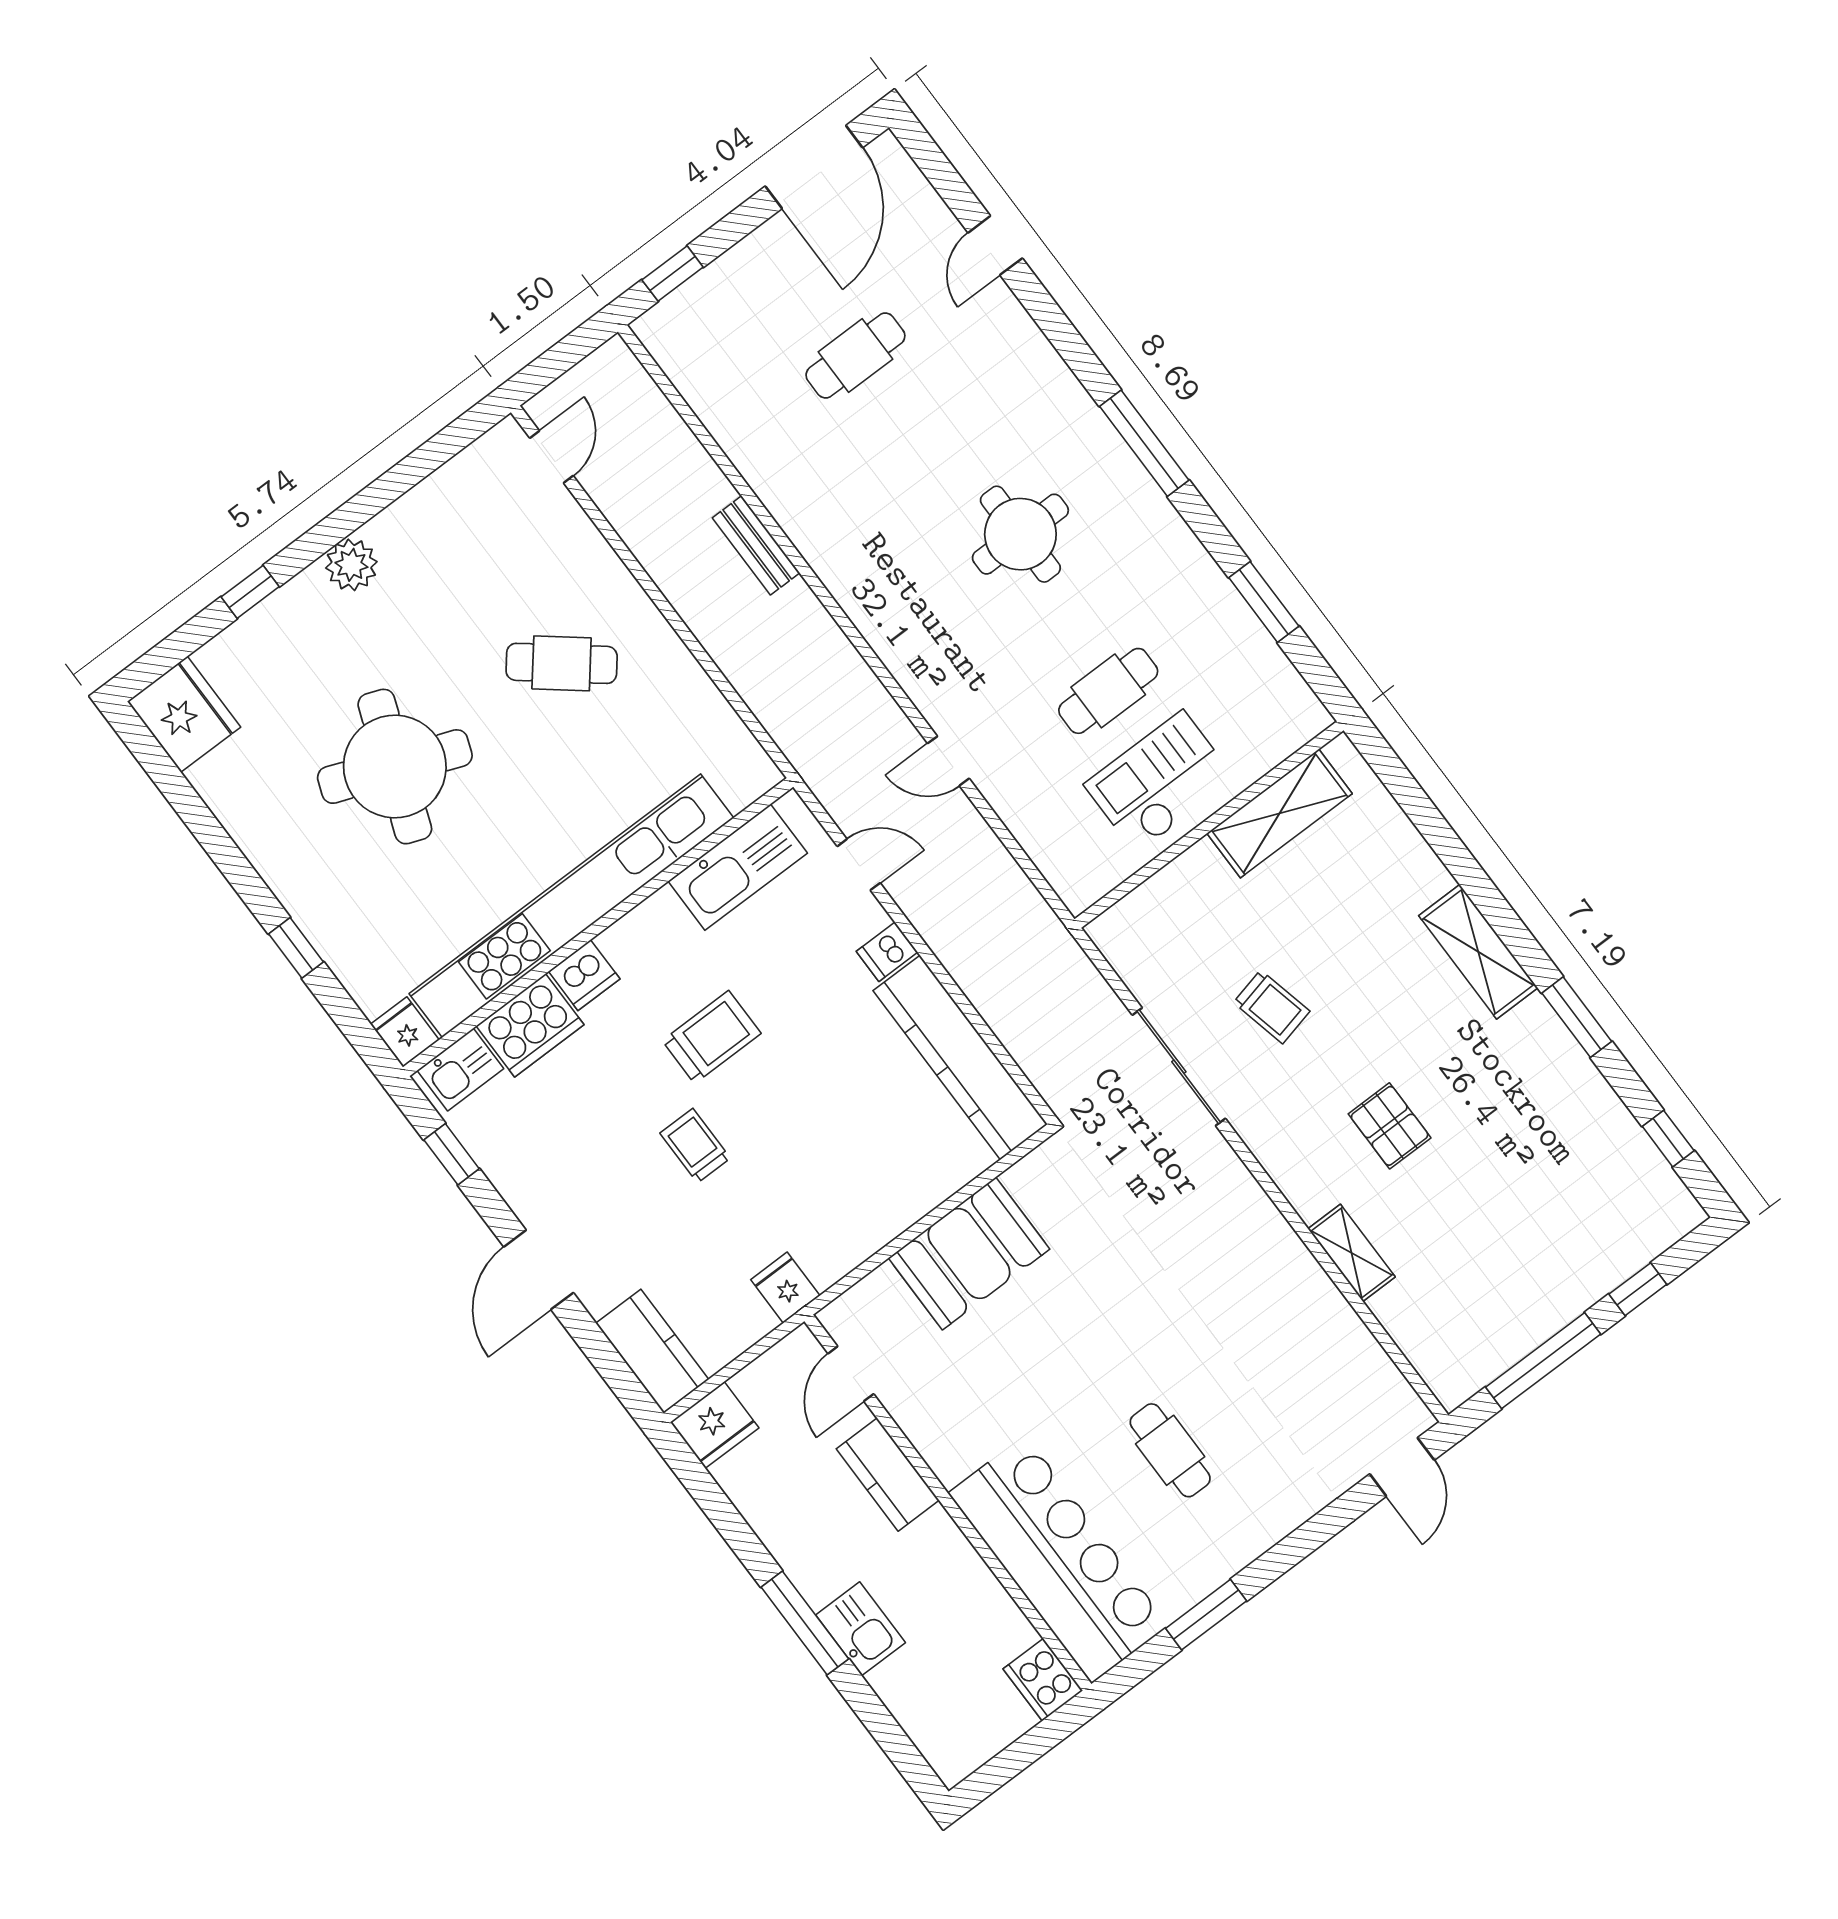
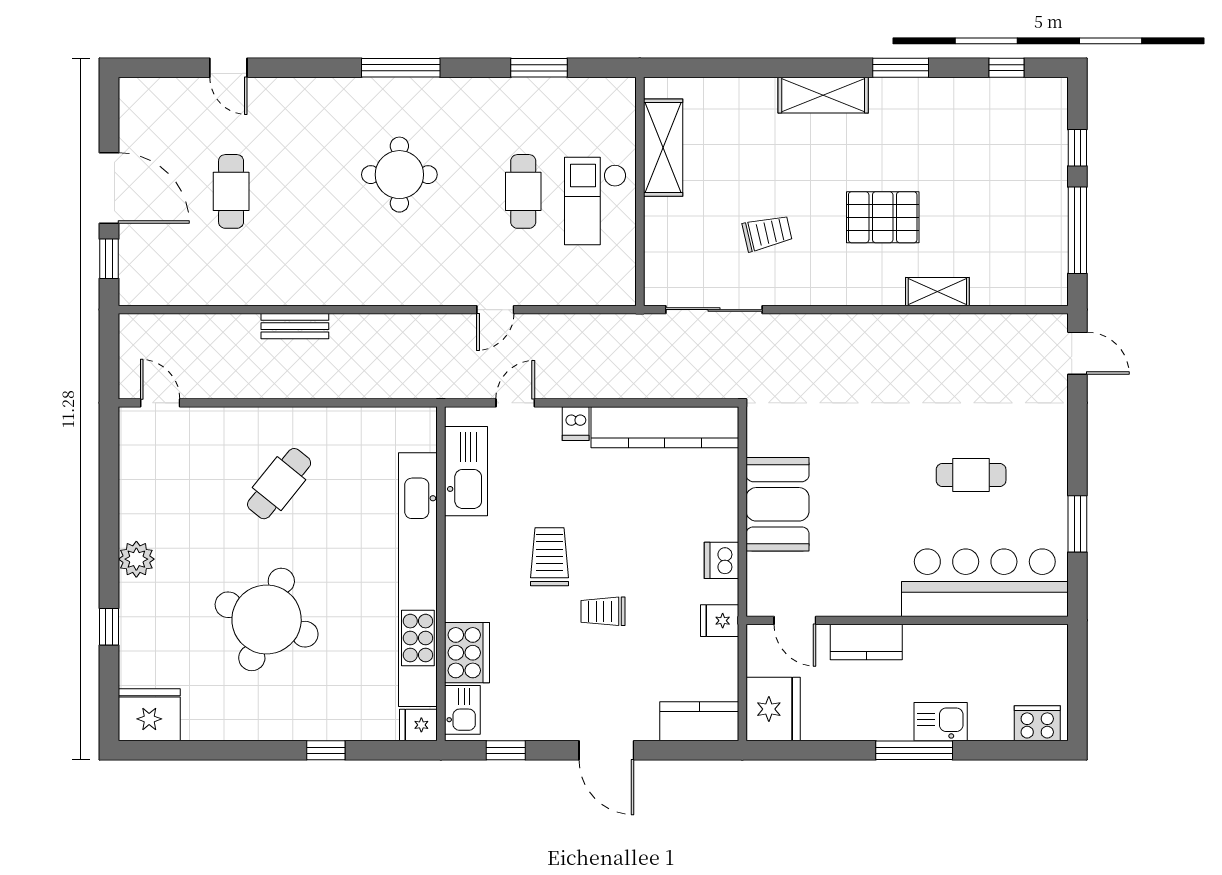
door: (814, 167) -> (109, 188), moved
dishwasher: (584, 975) -> (721, 560), moved, turned 180
sliding door: (1179, 1067) -> (714, 310), moved
pallet: (1390, 1126) -> (883, 217), width x1.50, depth x1.42
fridge: (715, 1425) -> (773, 709), width x1.36, depth x1.34
cooker: (1043, 1680) -> (1037, 723), moved, turned 180

